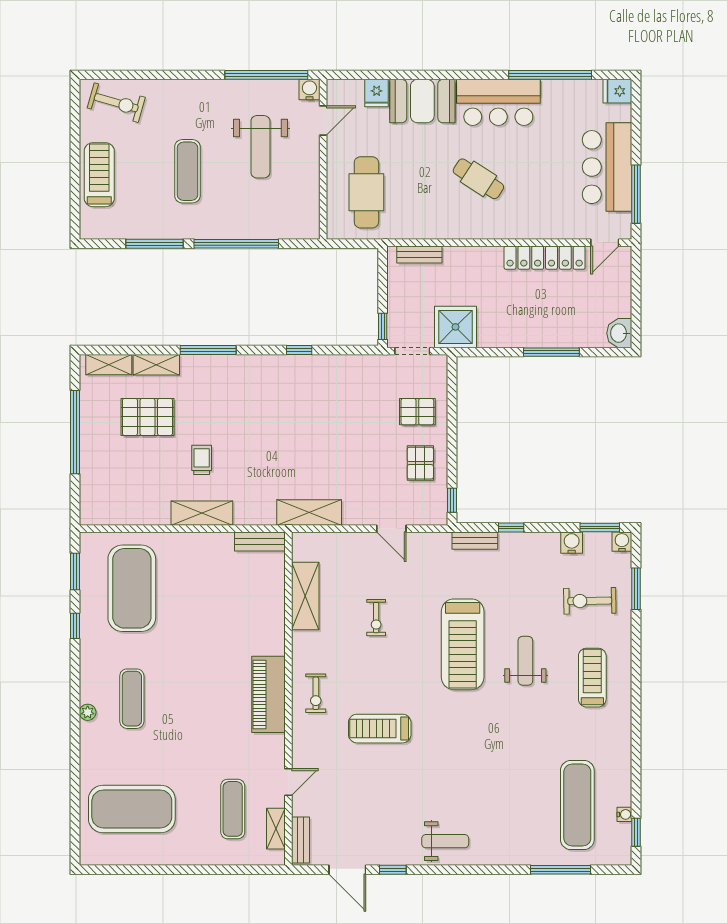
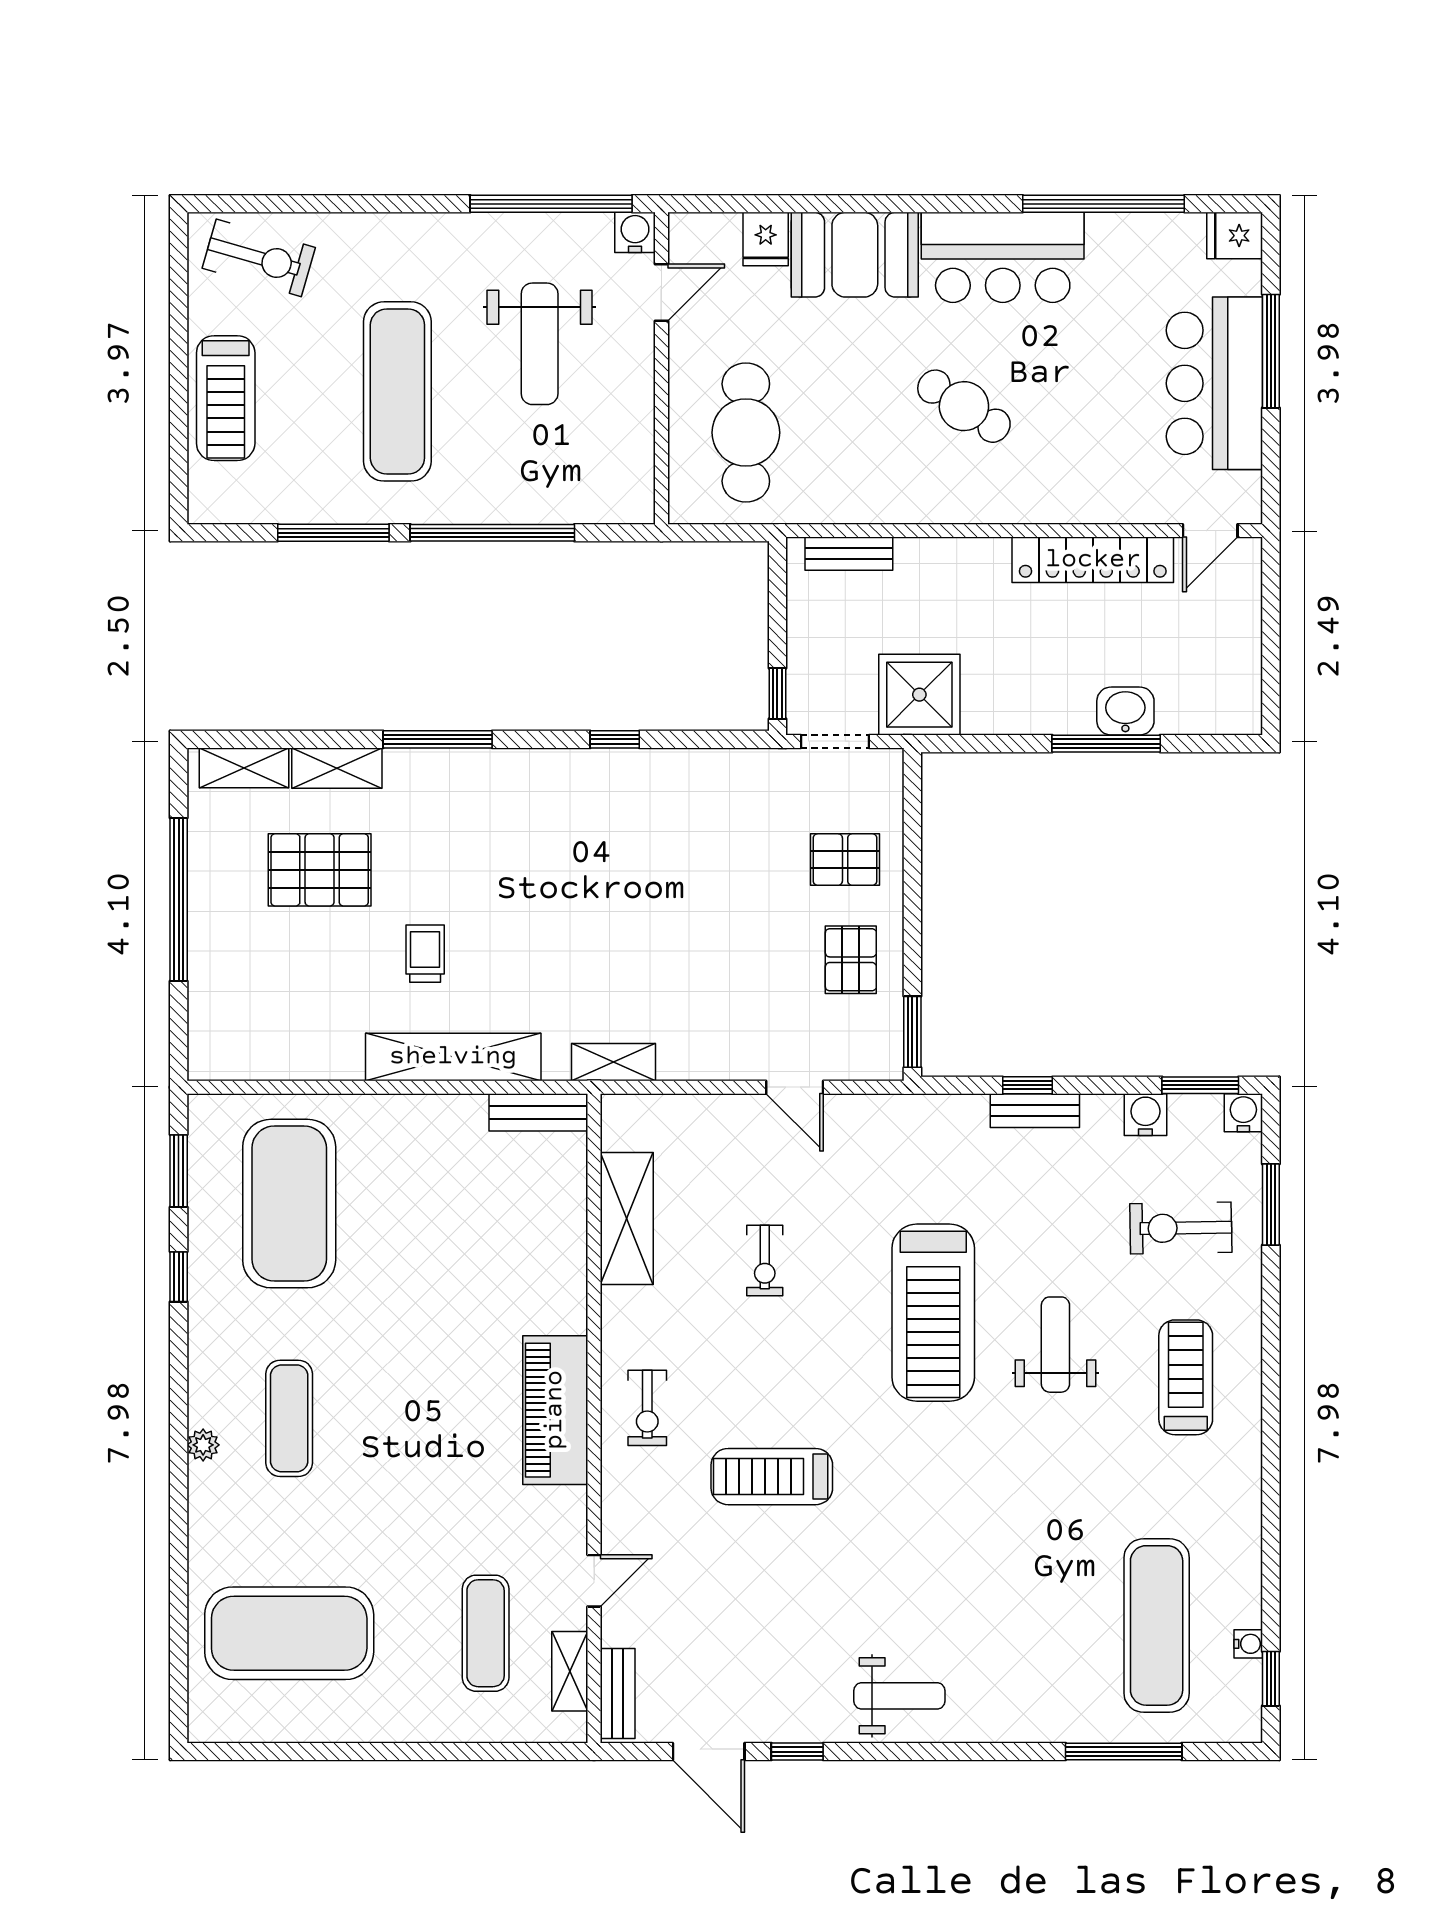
exercise mat: (187, 171) -> (397, 391), width x1.36, depth x1.45
treadmill: (99, 175) -> (226, 398), turned 180
window: (636, 194) -> (1271, 351), moved
washbasin: (619, 333) -> (1125, 711), moved, turned 90
window: (452, 500) -> (912, 1032), width x1.50
shelving: (309, 512) -> (614, 1062), width x0.67, depth x0.75
shelving: (202, 513) -> (453, 1057), width x1.47
bench: (475, 541) -> (1035, 1111), moved

